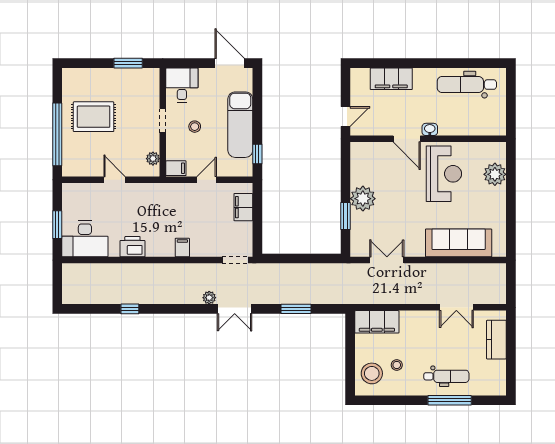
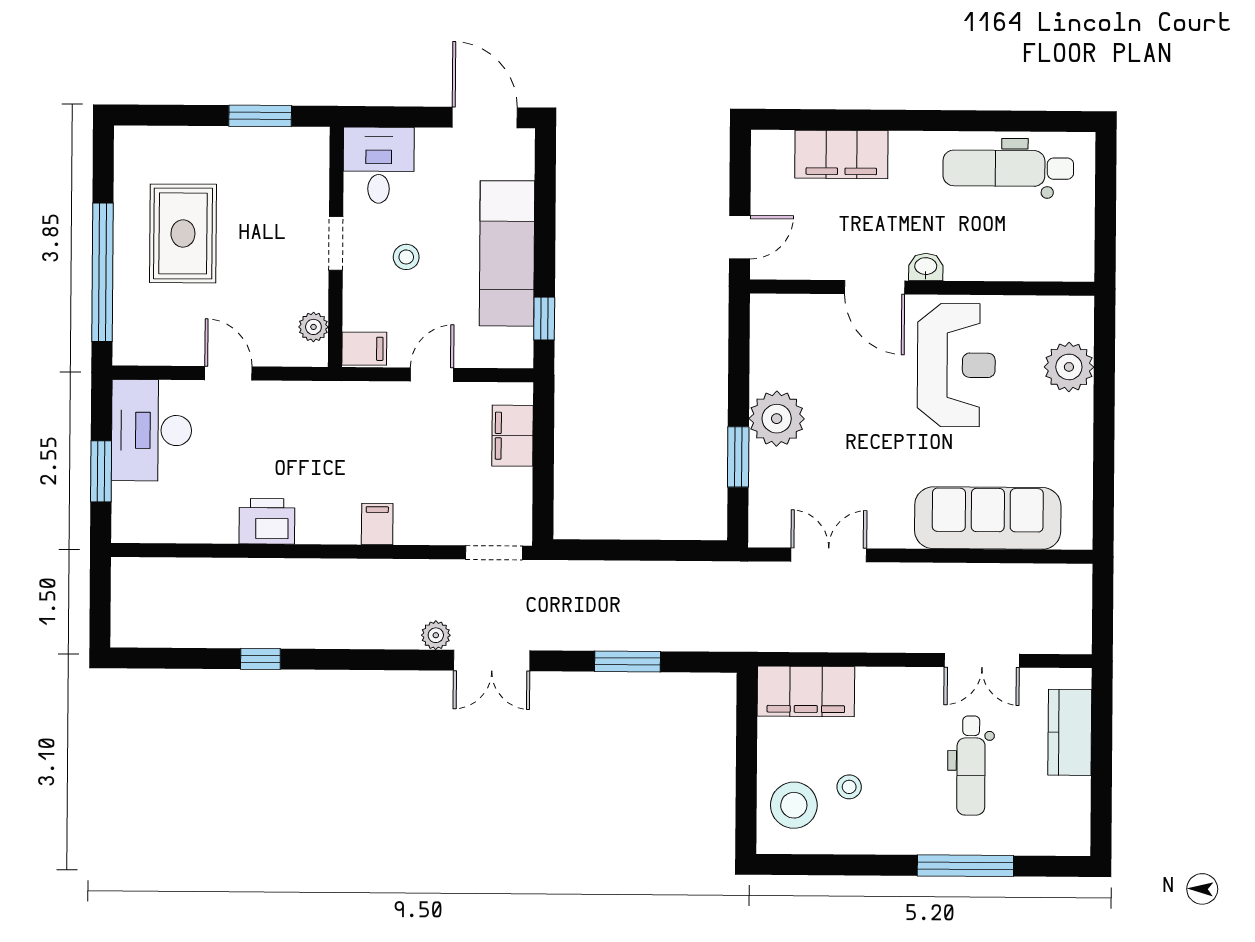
rug: (94, 117) -> (183, 233), turned 90
desk: (85, 239) -> (152, 430), moved, turned 90
dental chair: (446, 376) -> (971, 766), moved, turned 90

